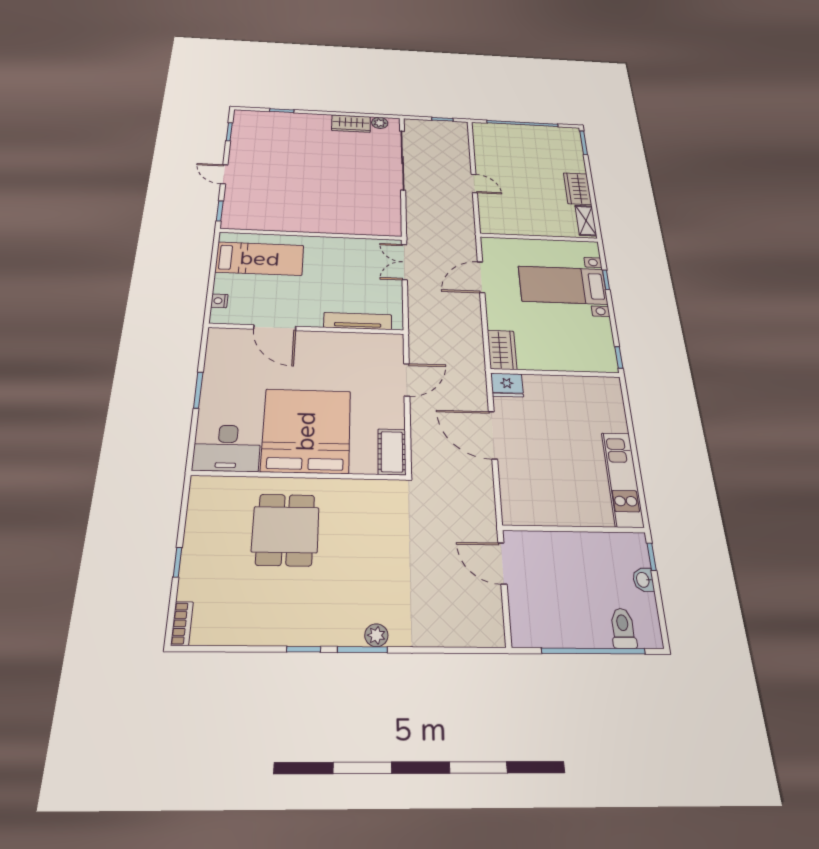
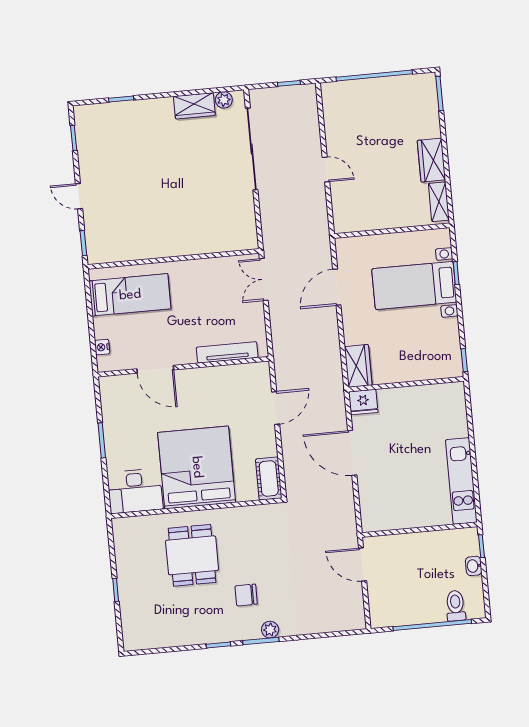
chair: (349, 586) -> (246, 595), added
bookcase: (182, 623) -> (128, 635), removed

